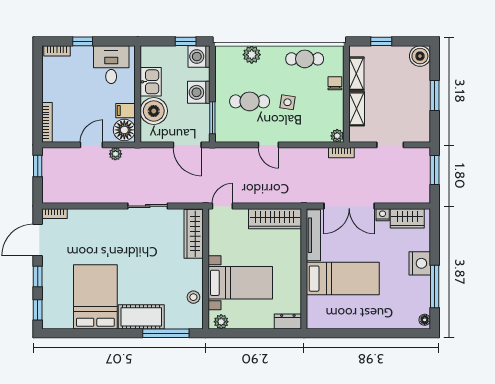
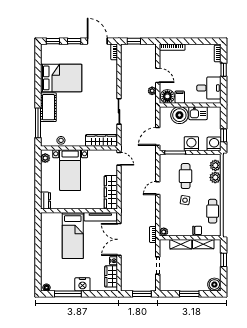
plant: (233, 54) -> (215, 165), added
window: (38, 166) -> (134, 41), moved

